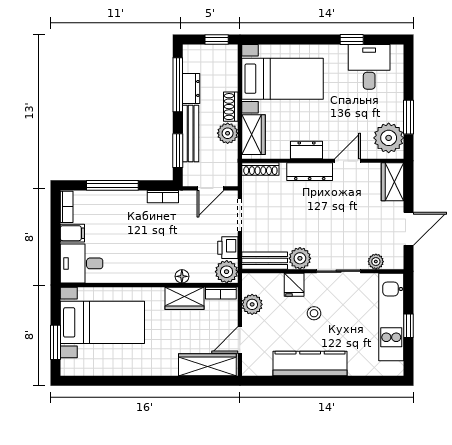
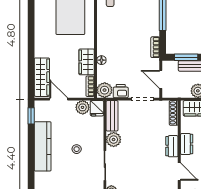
dresser: (310, 172) -> (172, 146), width x0.70
fridge: (294, 285) -> (97, 108), moved, turned -90
window: (265, 381) -> (31, 116), added

